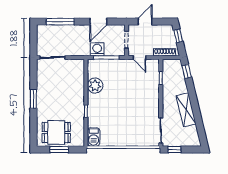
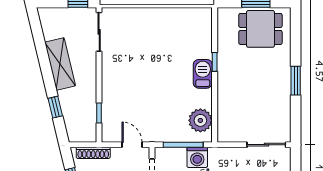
window: (187, 71) -> (55, 107), moved
plant: (95, 86) -> (200, 120), moved
barbecue: (94, 137) -> (203, 74), moved

